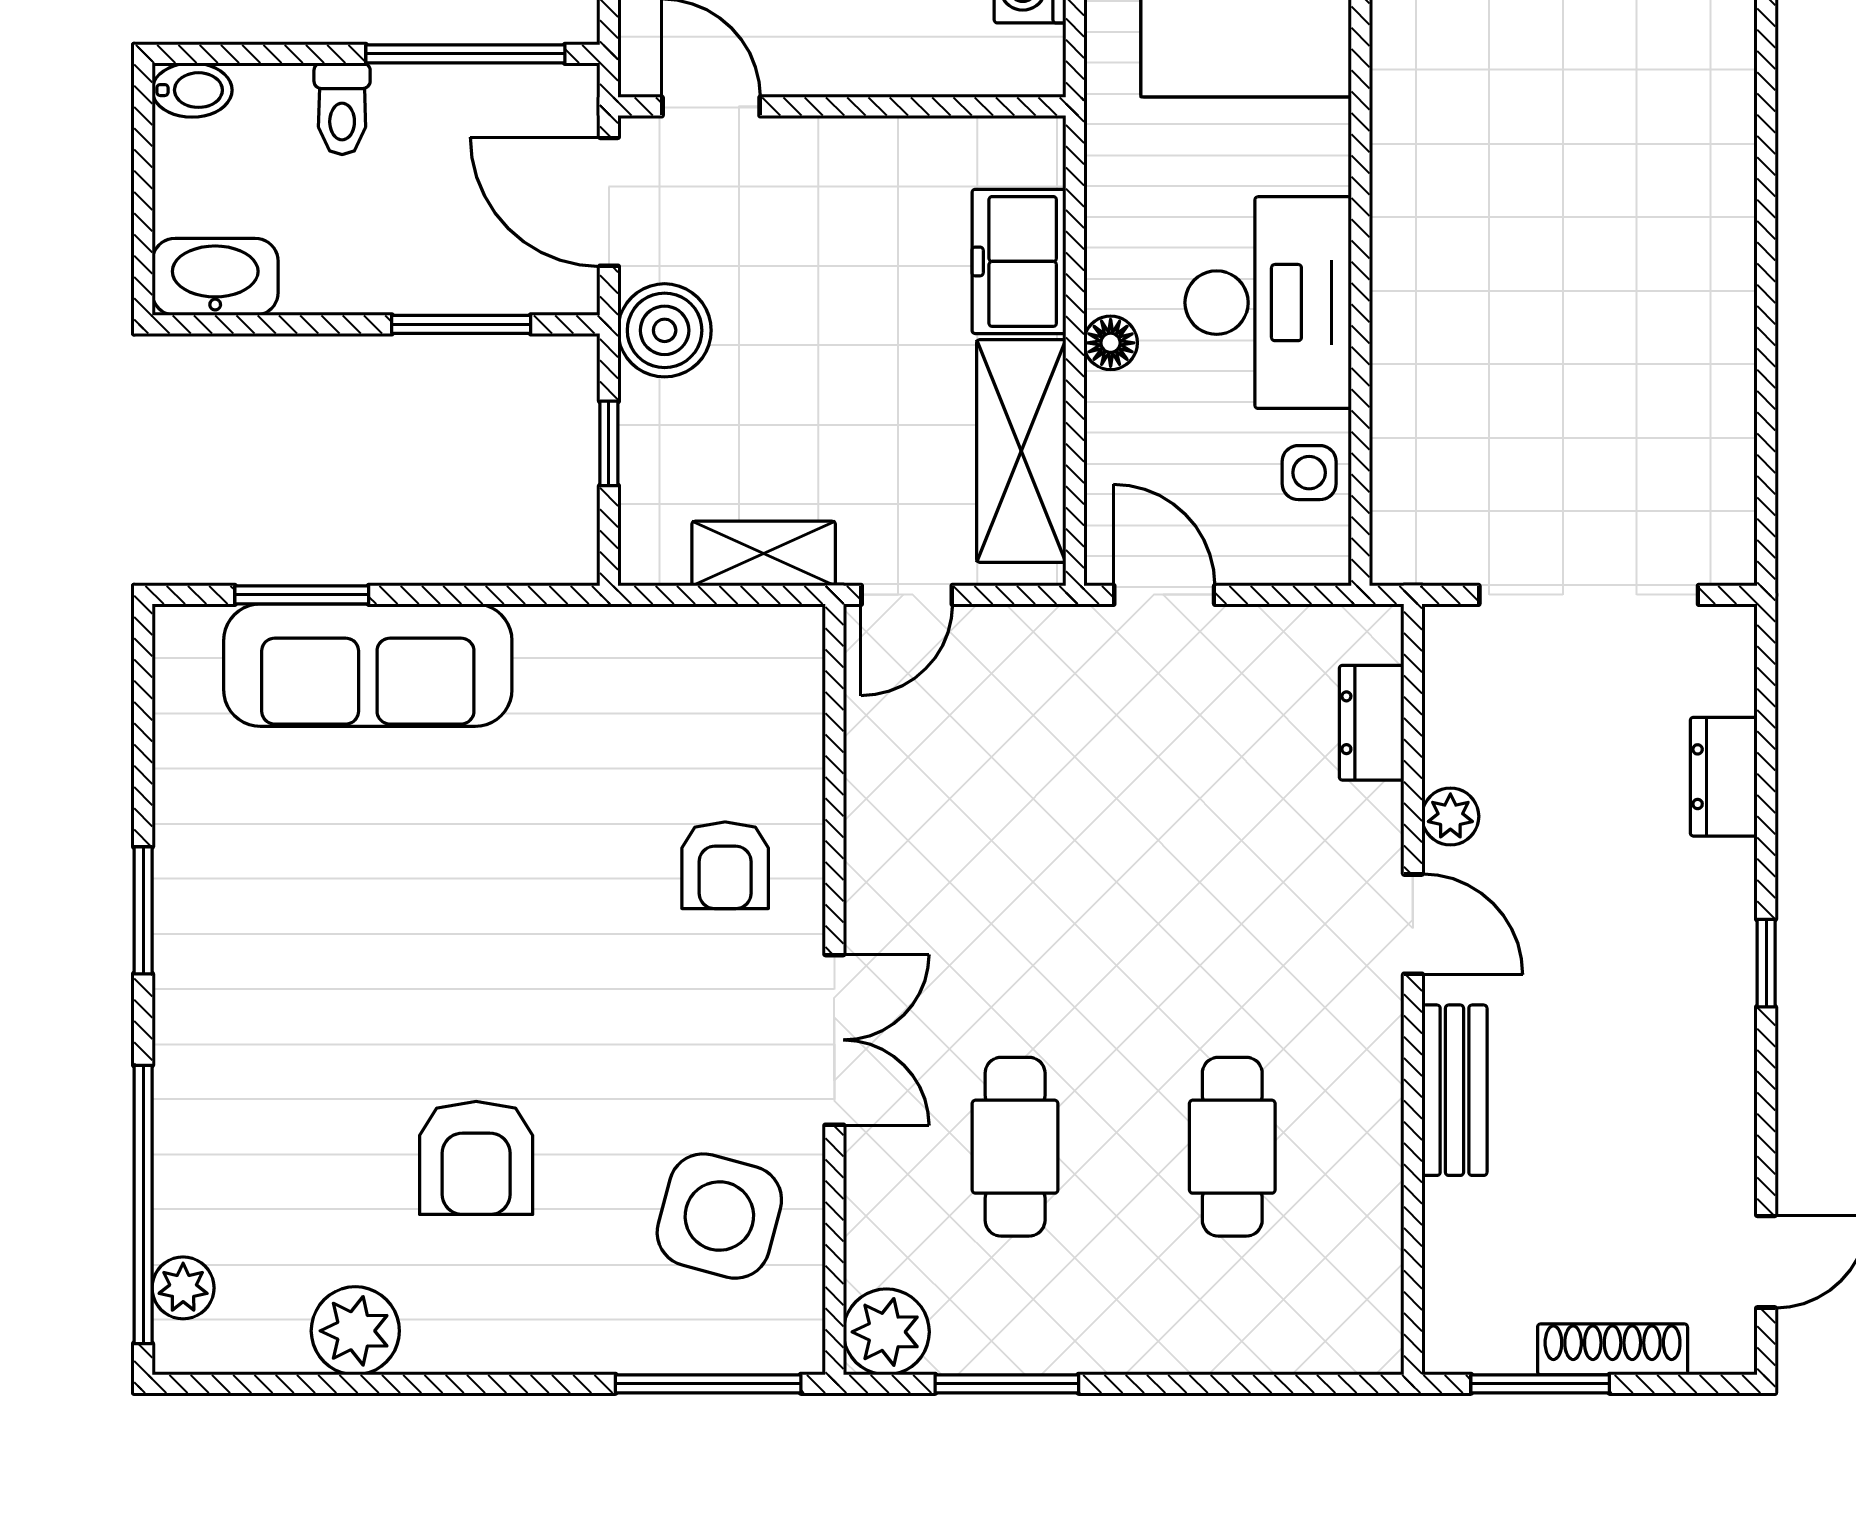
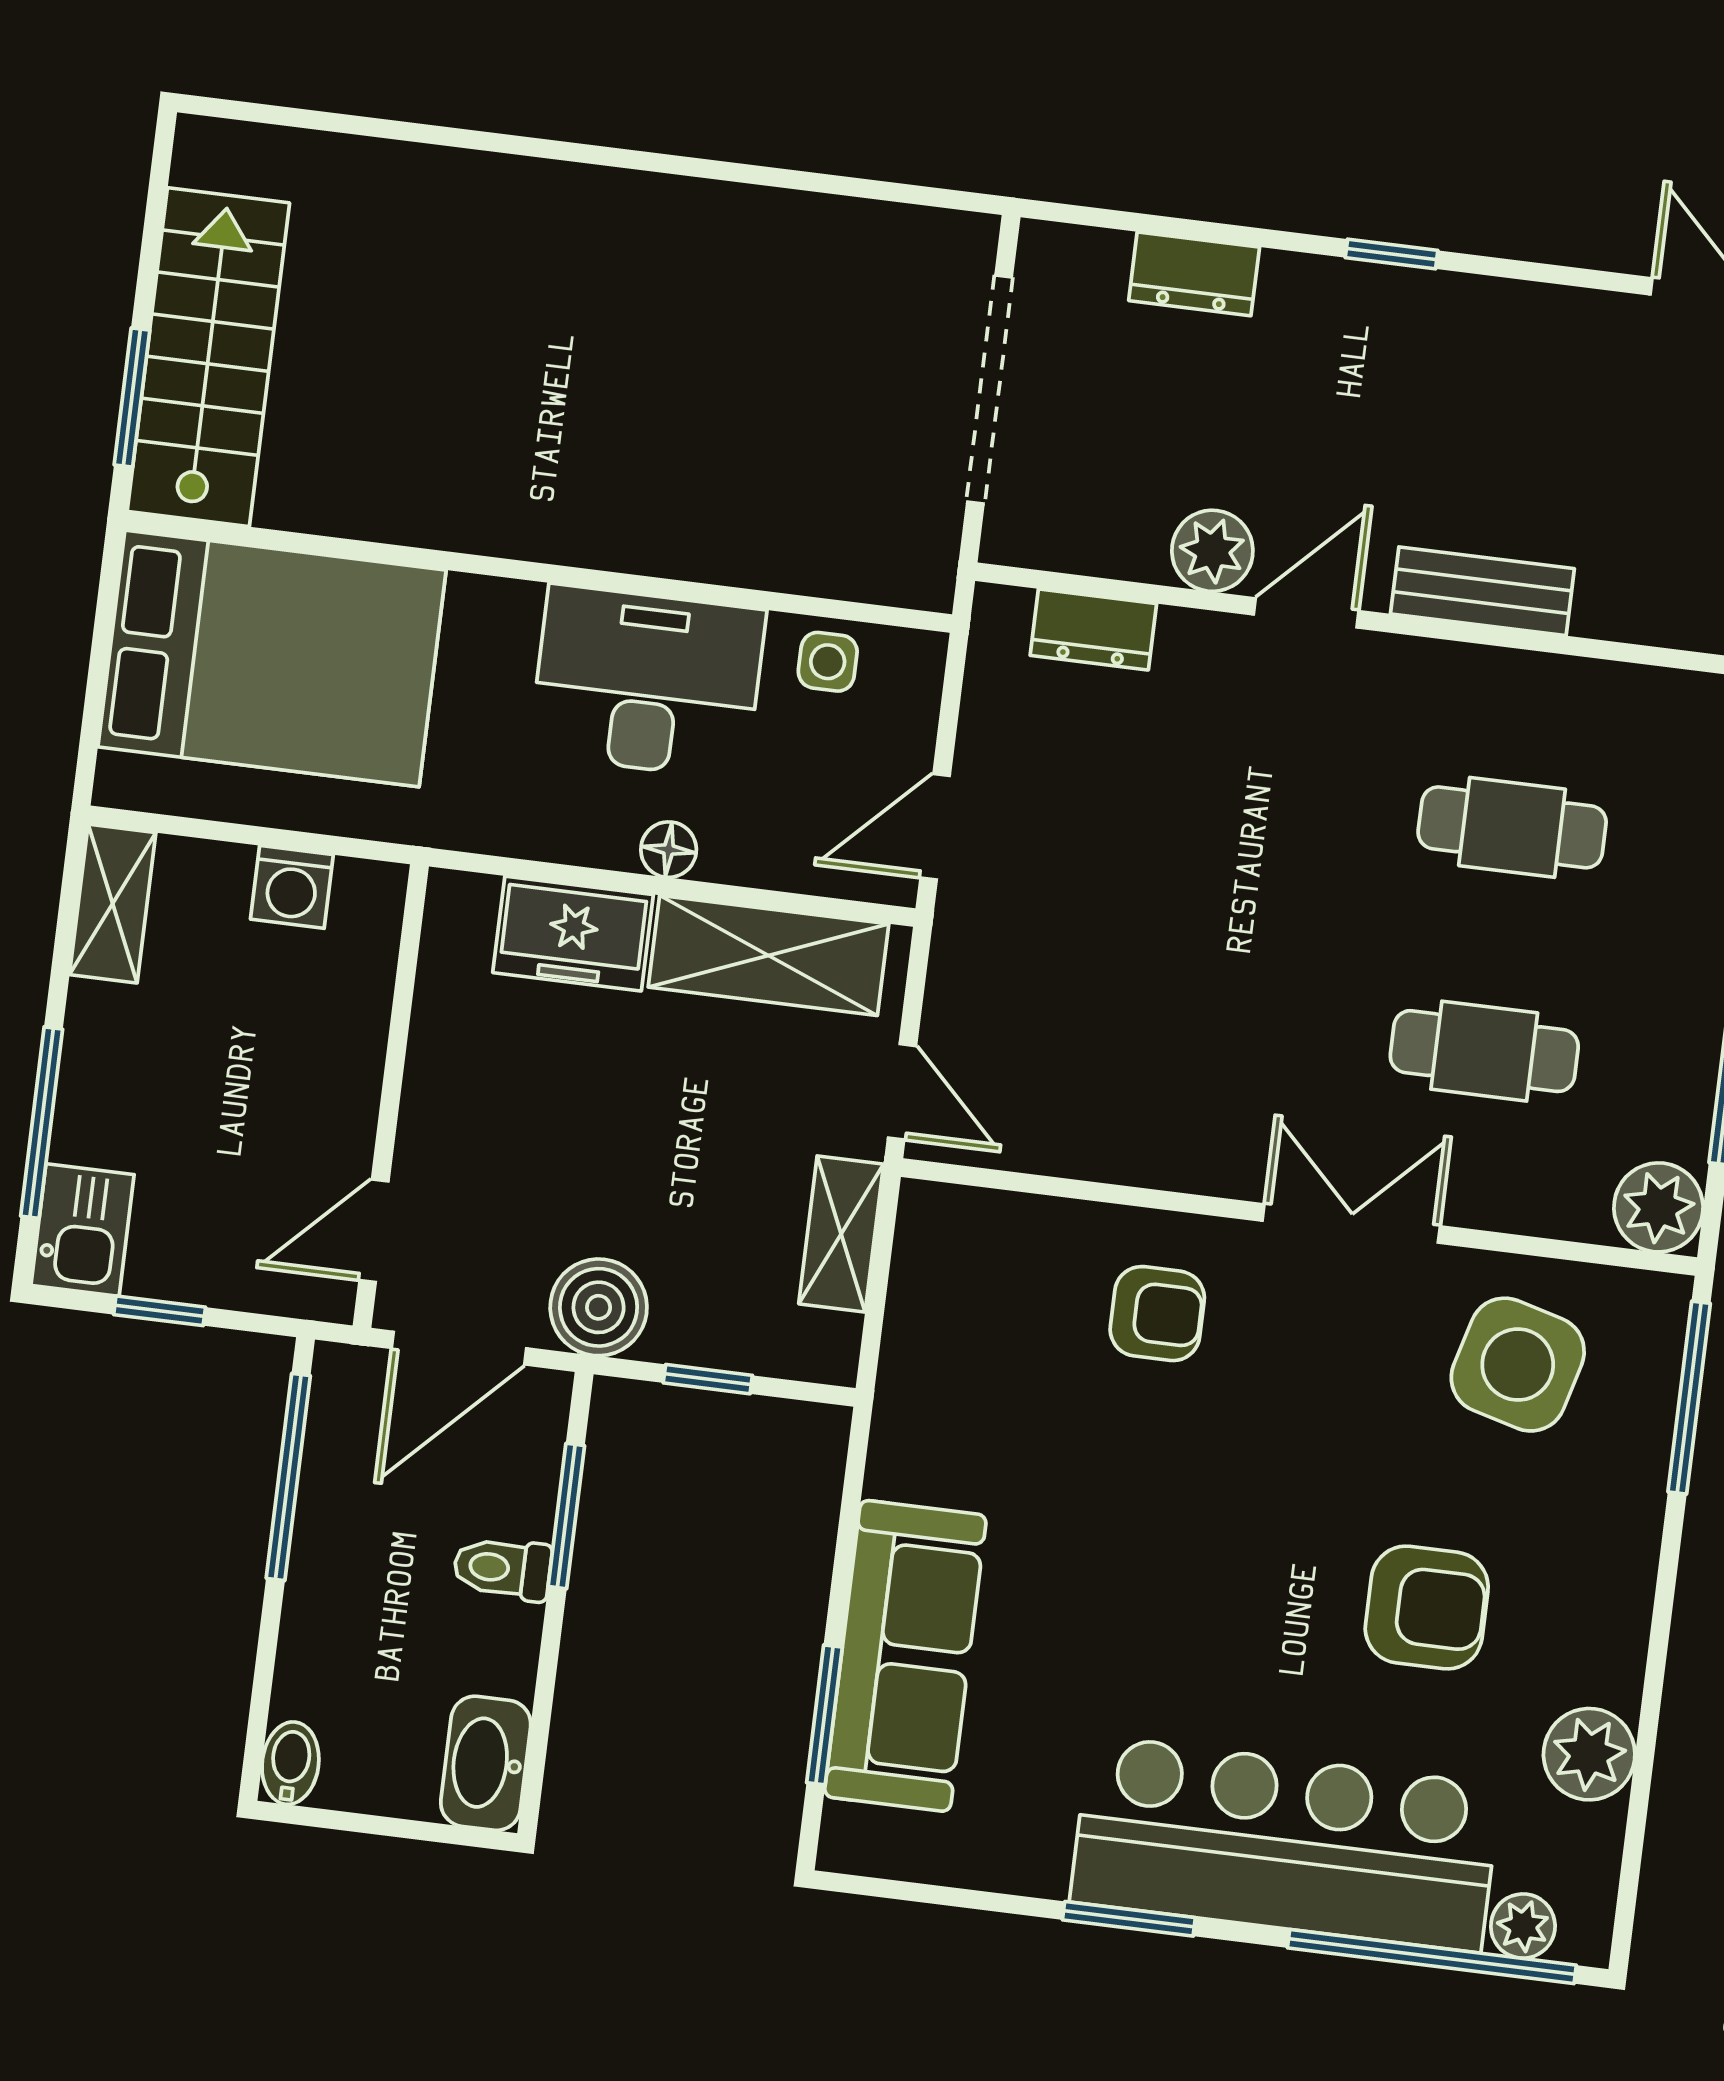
toilet: (342, 109) -> (502, 1568), moved, turned 180
plant: (1450, 816) -> (1212, 551), width x1.38, depth x1.38
bar counter: (234, 1051) -> (1285, 1844), added

